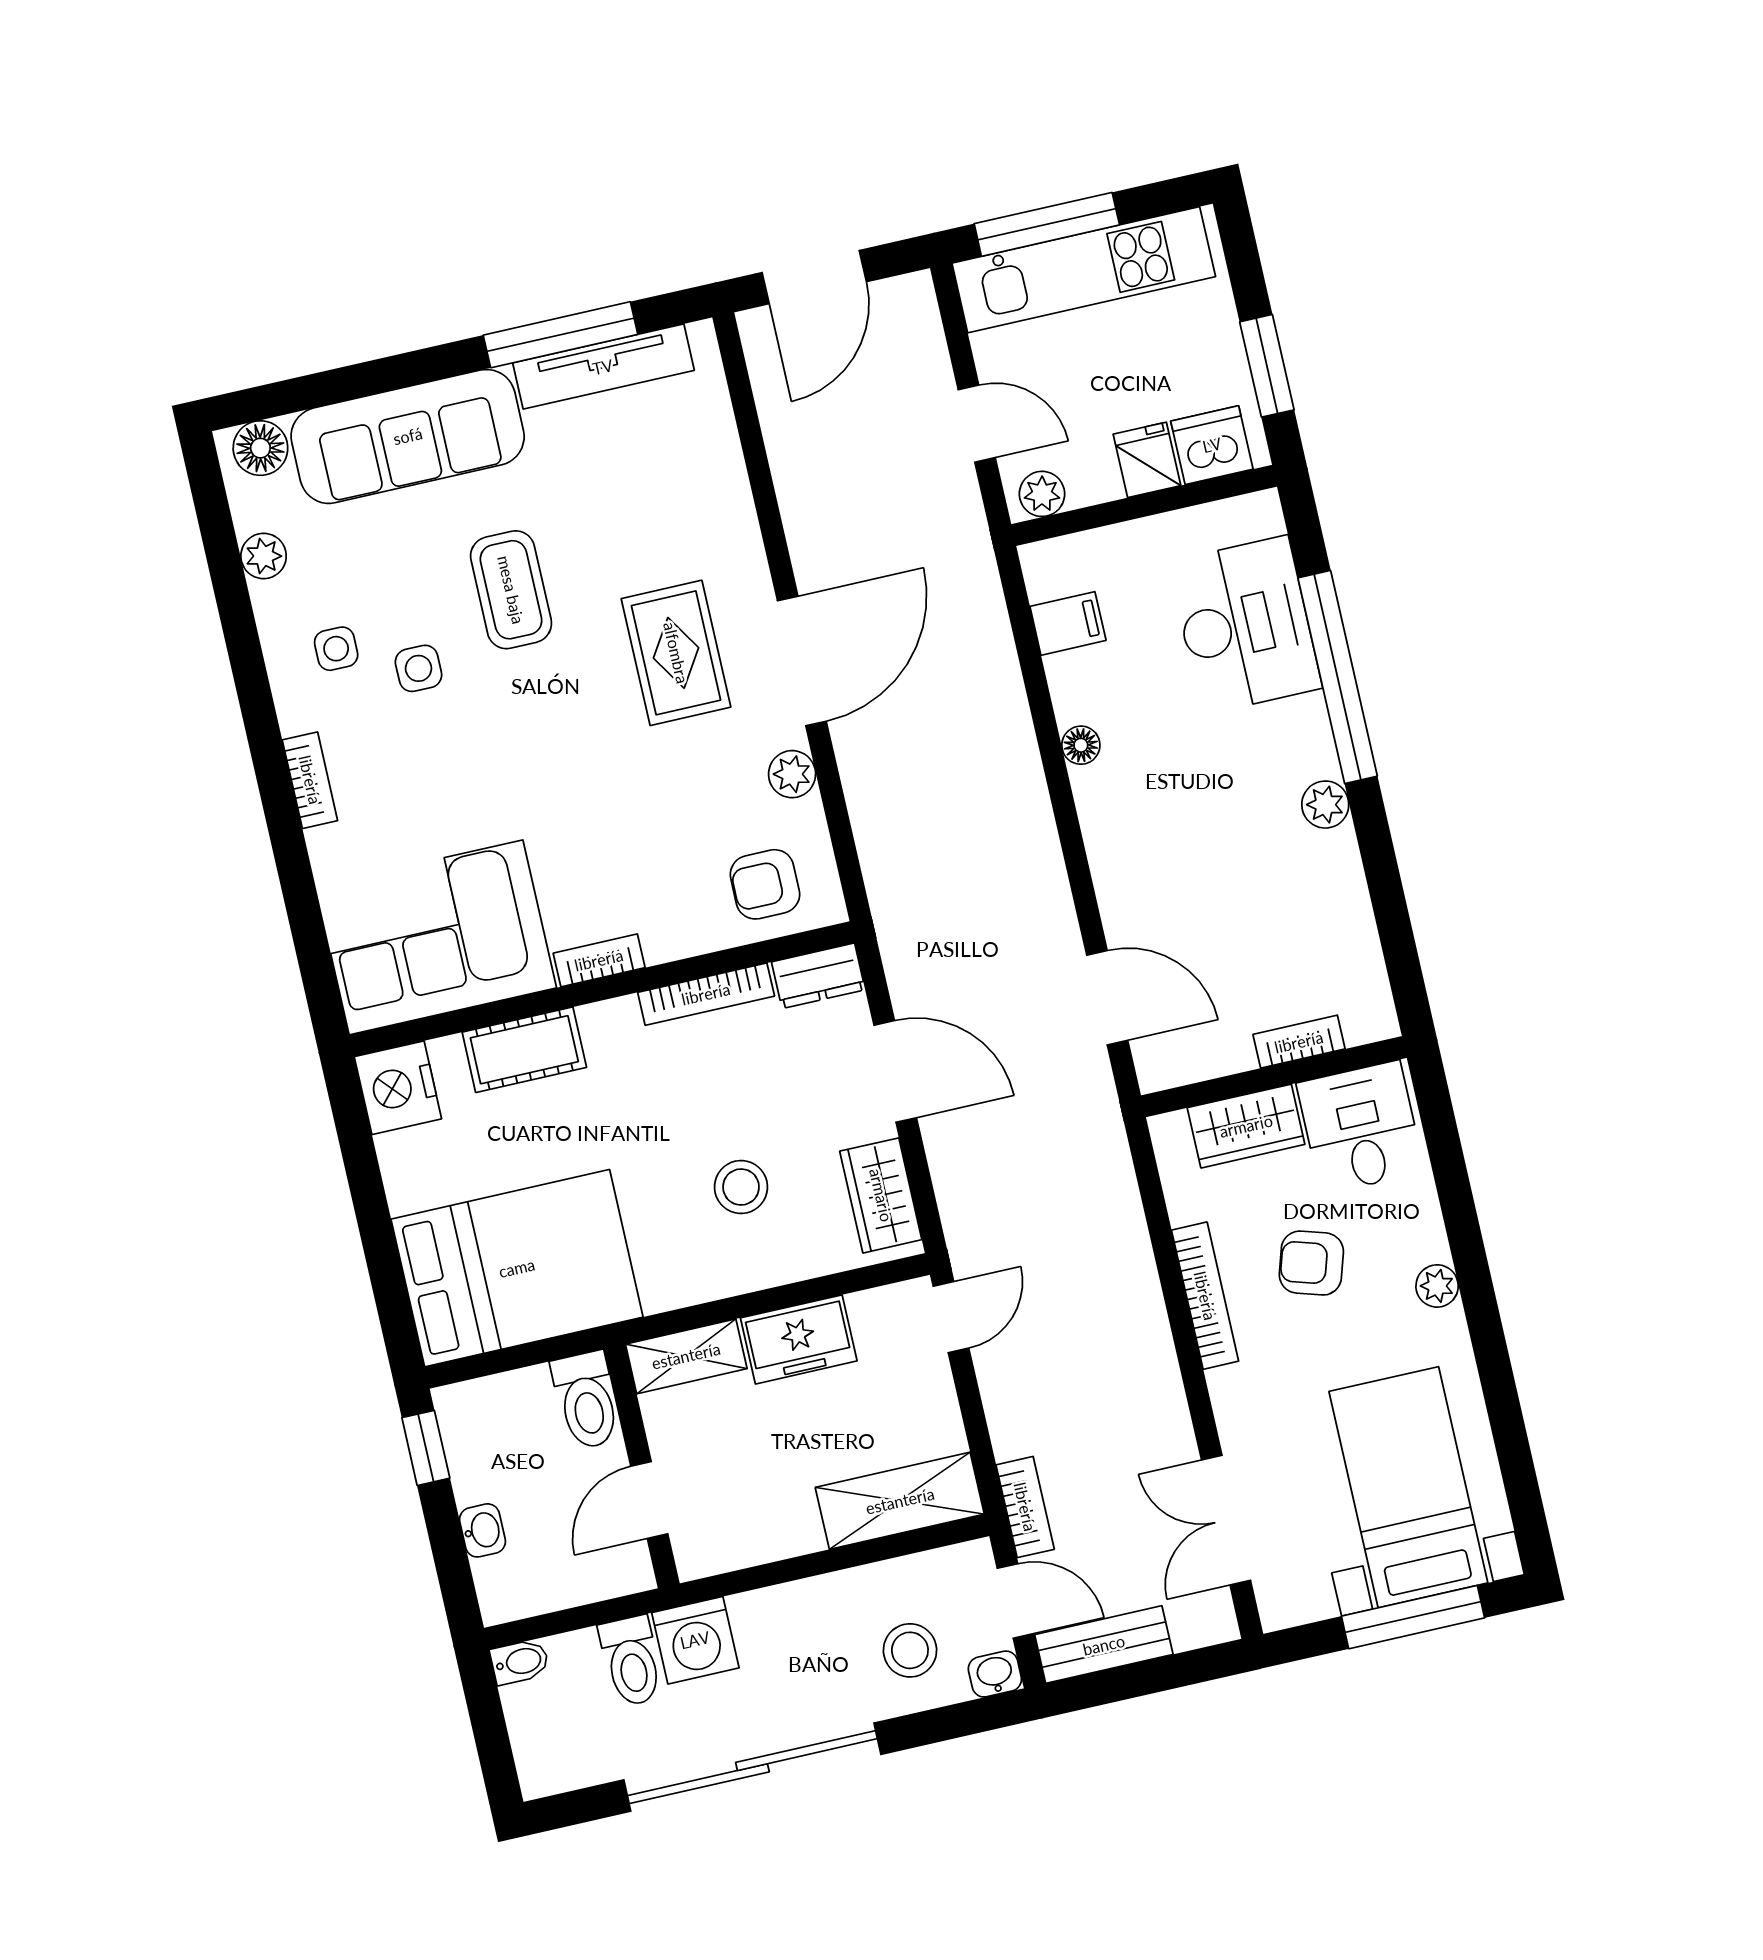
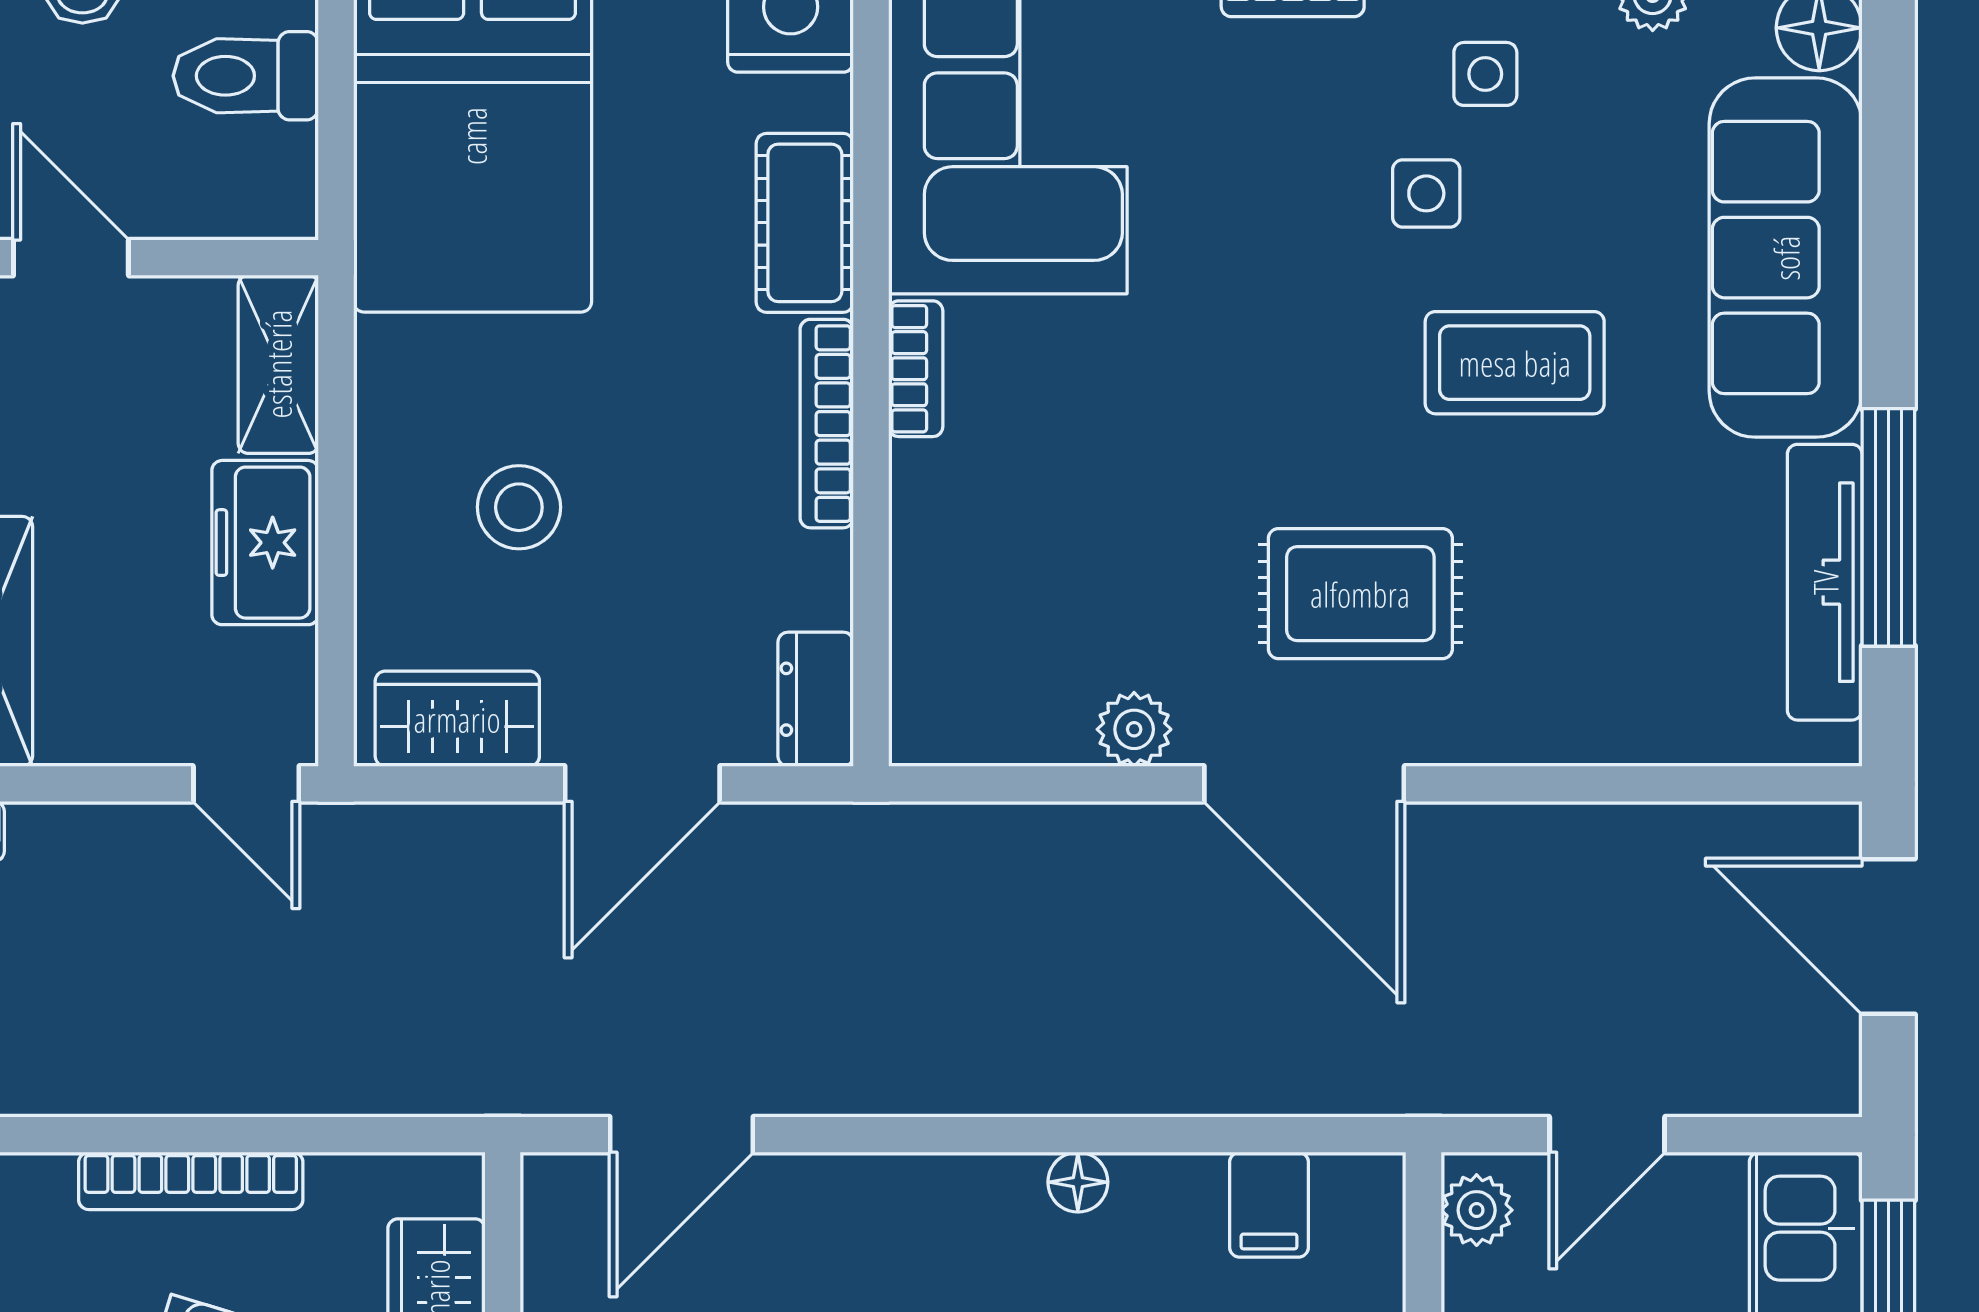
armchair: (765, 884) -> (975, 649), removed
bookcase: (706, 994) -> (827, 424), moved
toilet: (586, 1400) -> (246, 76), moved

